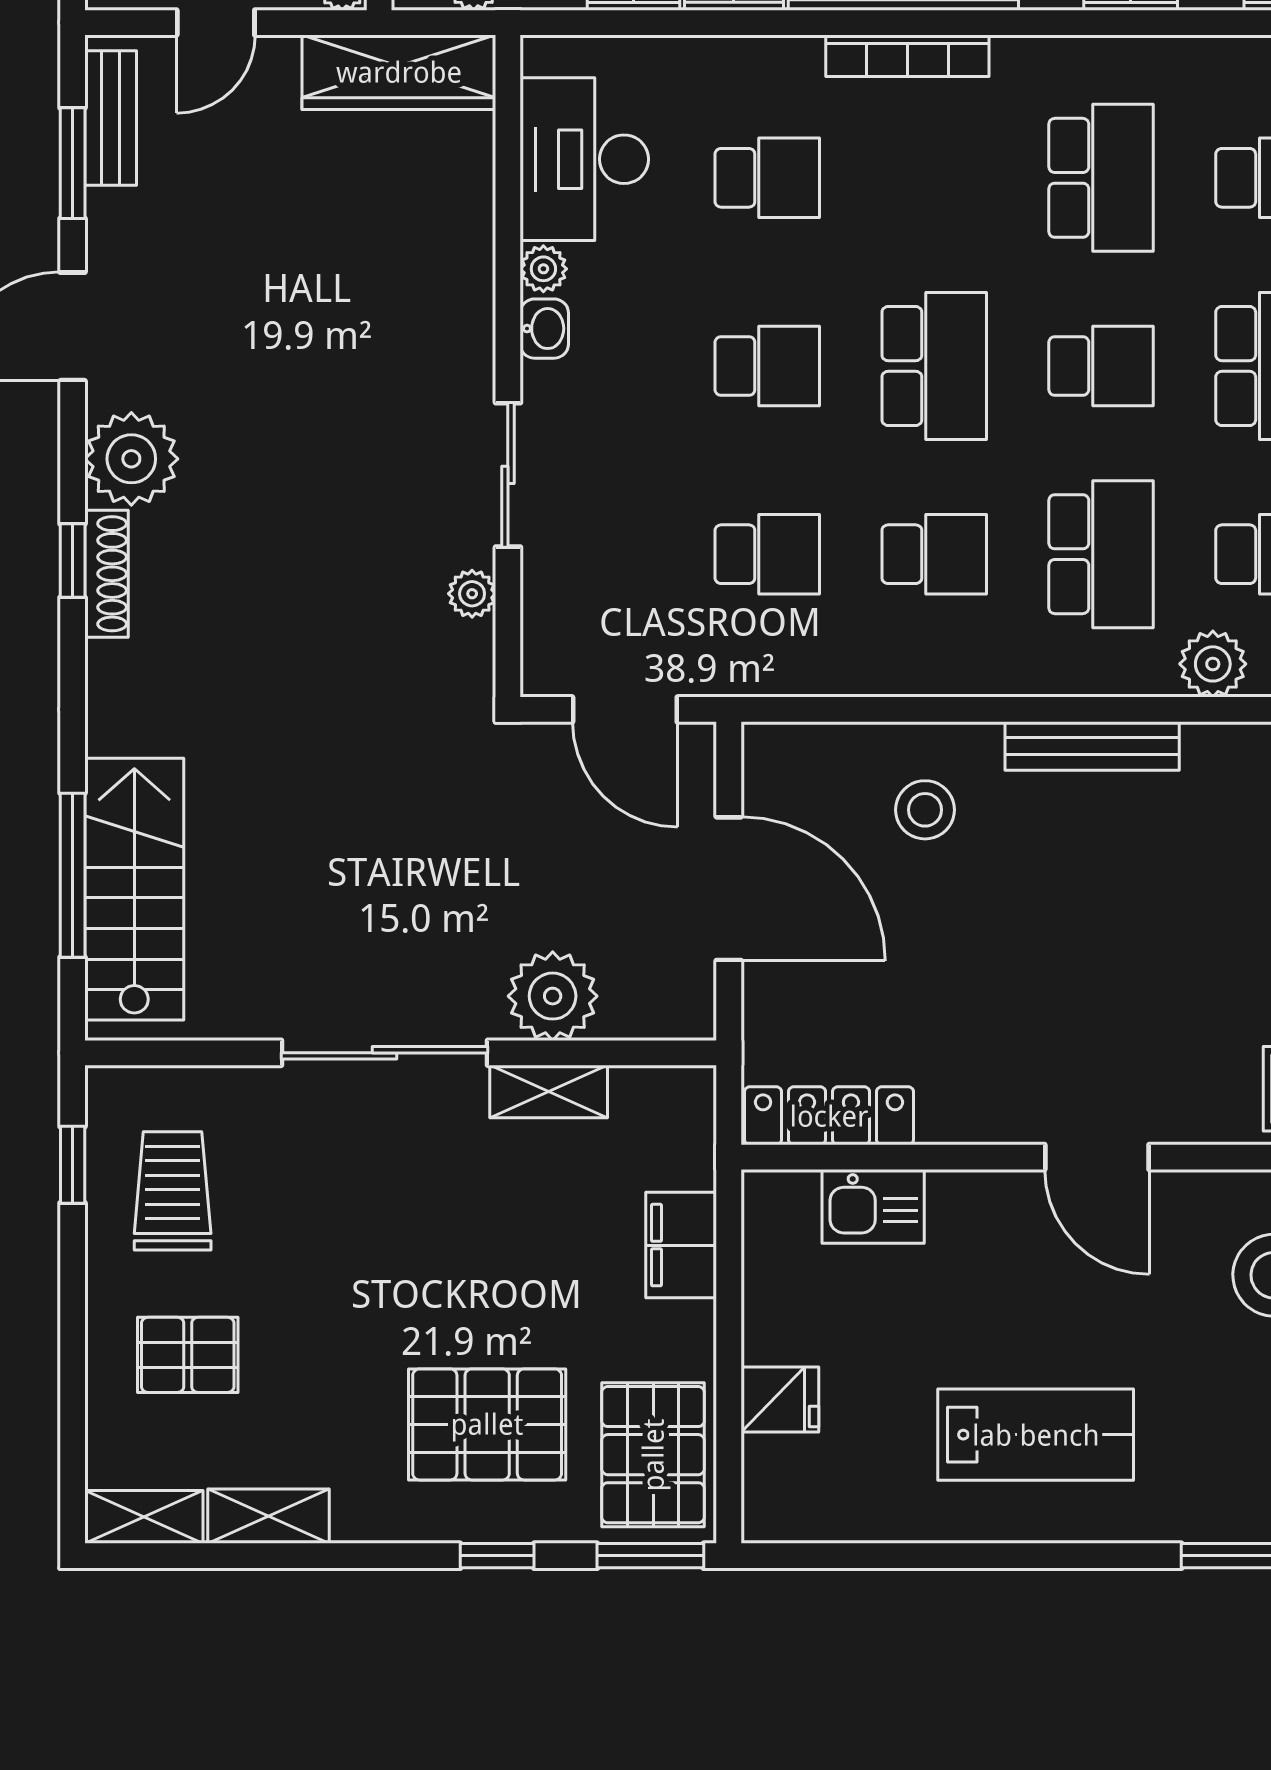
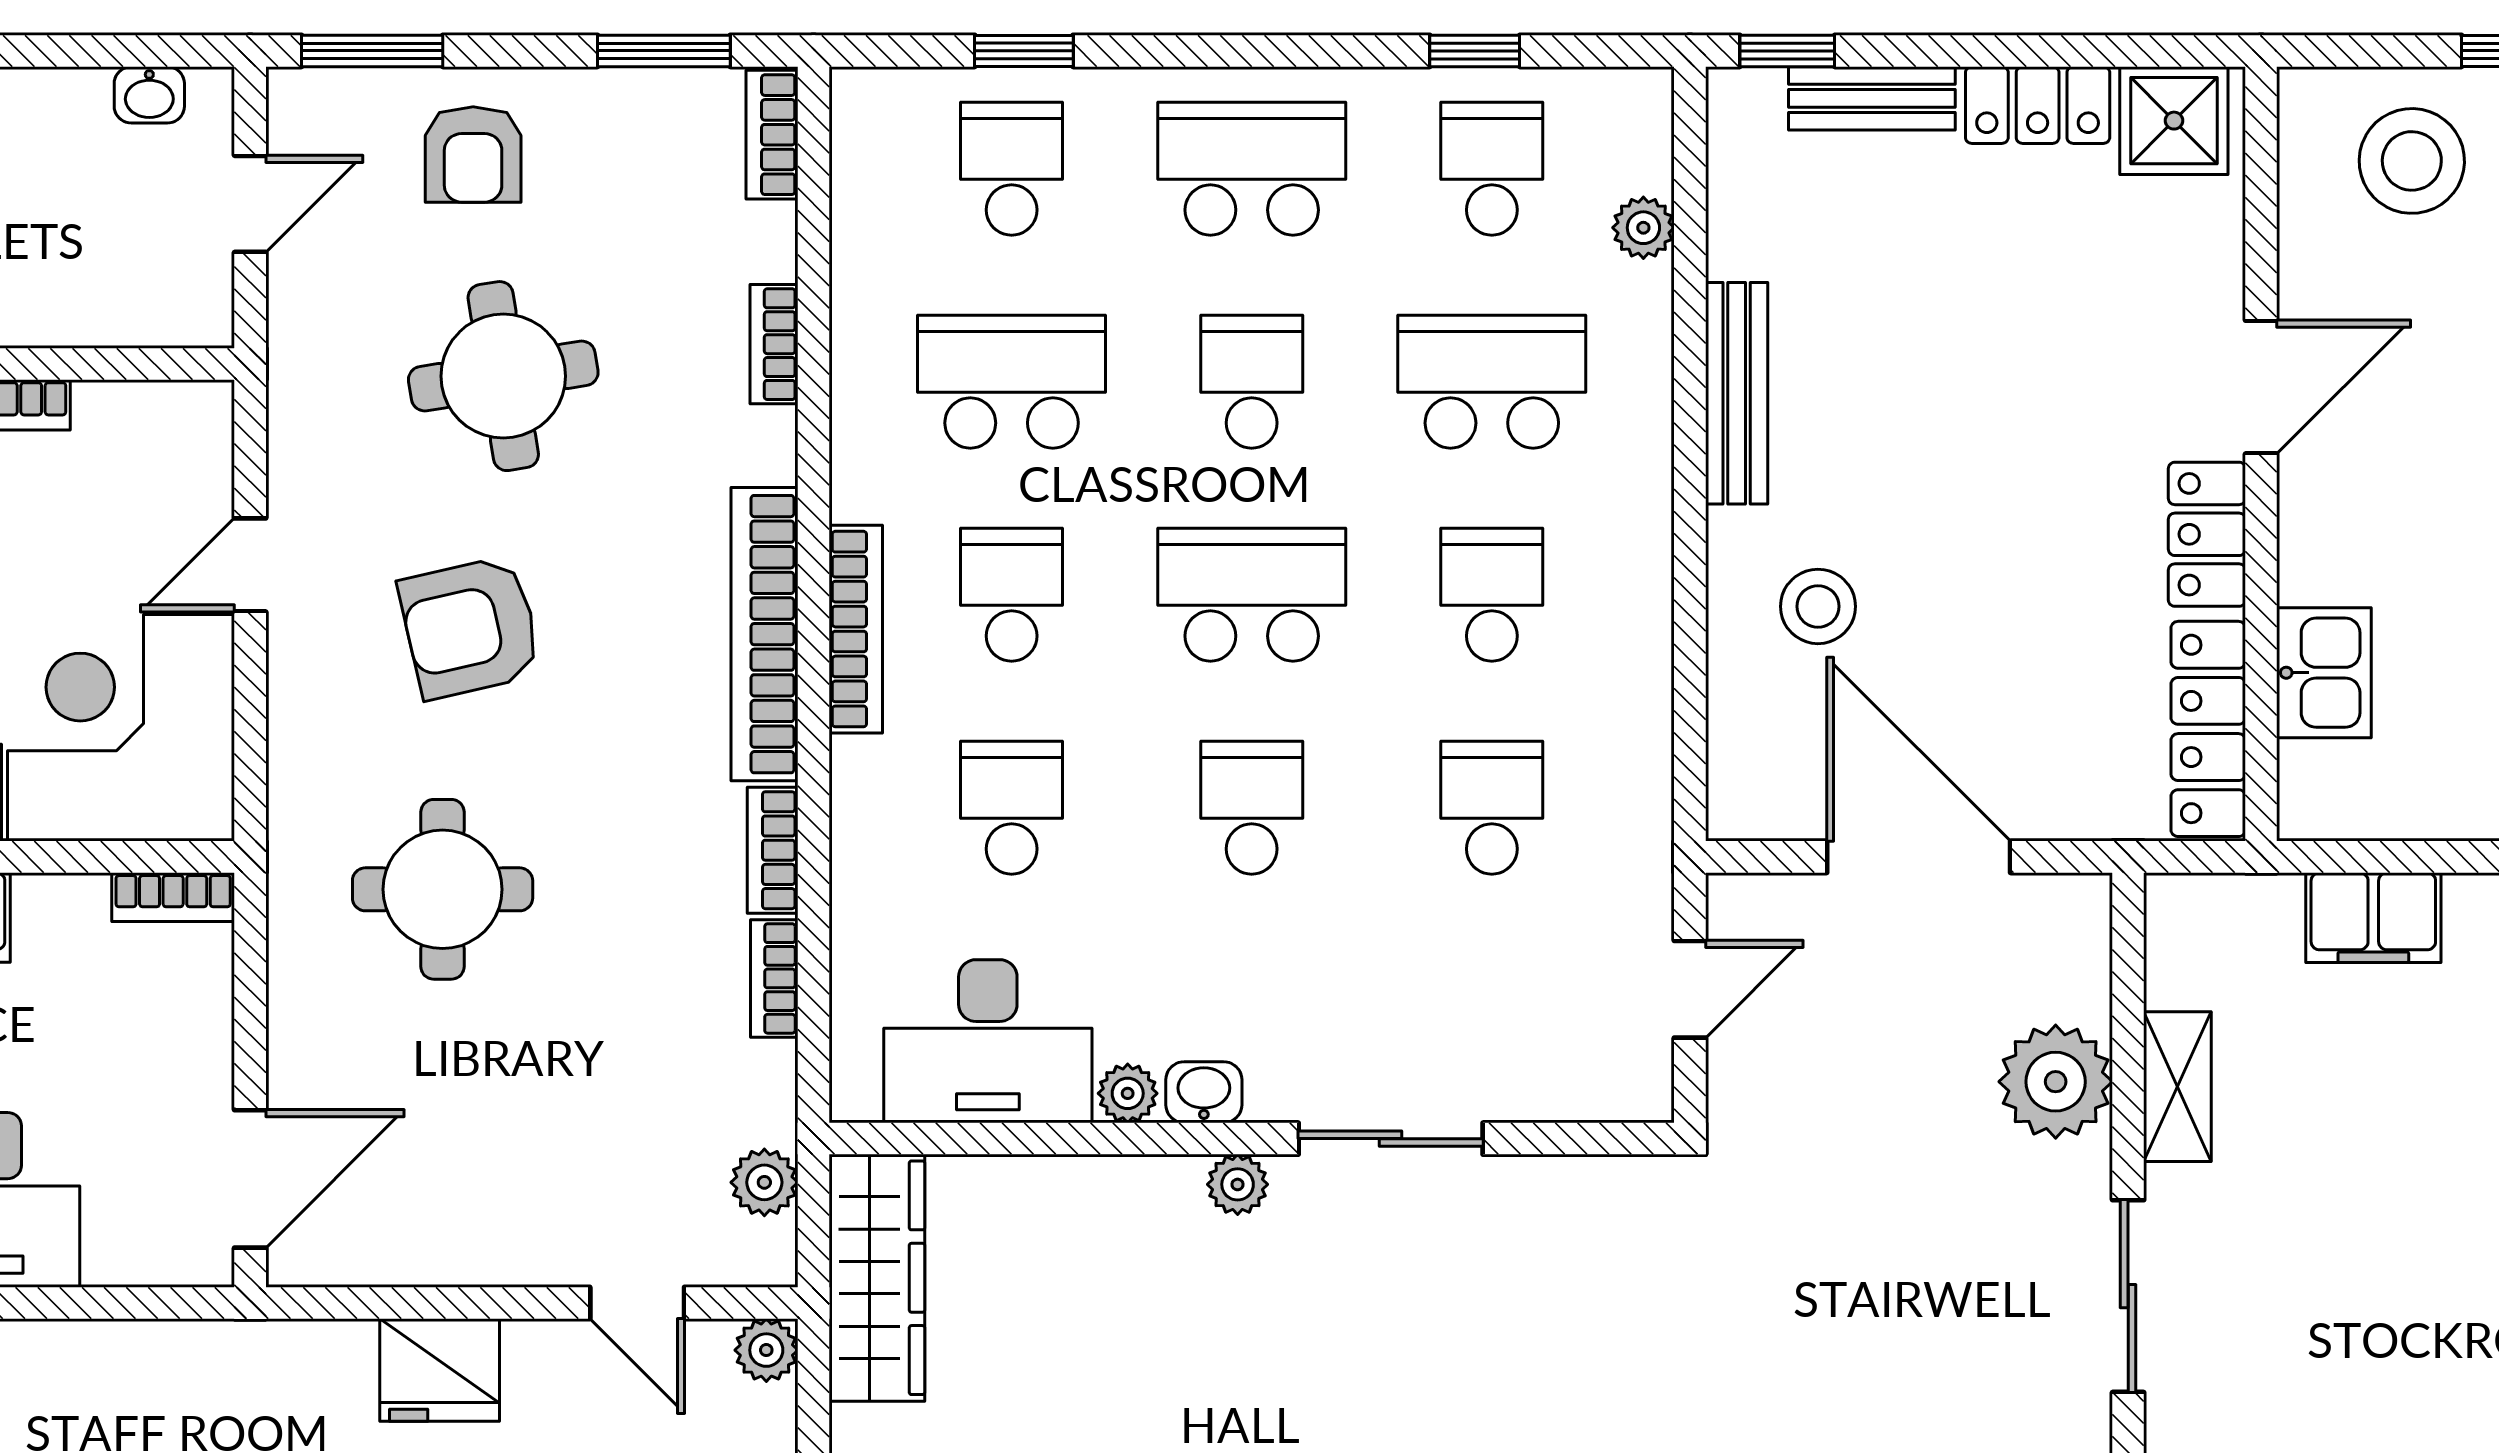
school desk: (934, 178) -> (1012, 595), added
plant: (472, 594) -> (1238, 1184), moved
plant: (1213, 664) -> (1643, 228), width x0.73, depth x0.73
door: (625, 709) -> (1690, 989), width x0.73
door: (729, 889) -> (1919, 857), hinge flipped
sliding door: (385, 1053) -> (2128, 1296), width x0.73
locker: (982, 1115) -> (2207, 534), added

